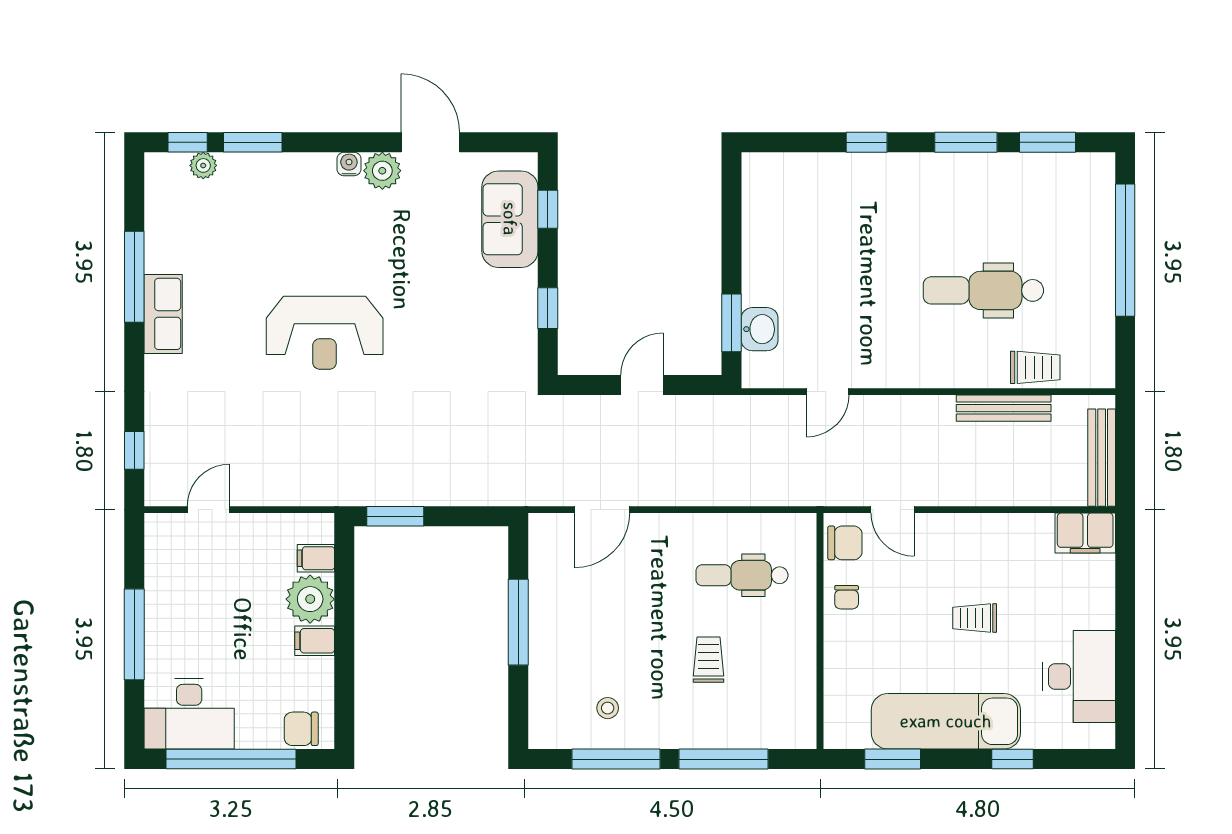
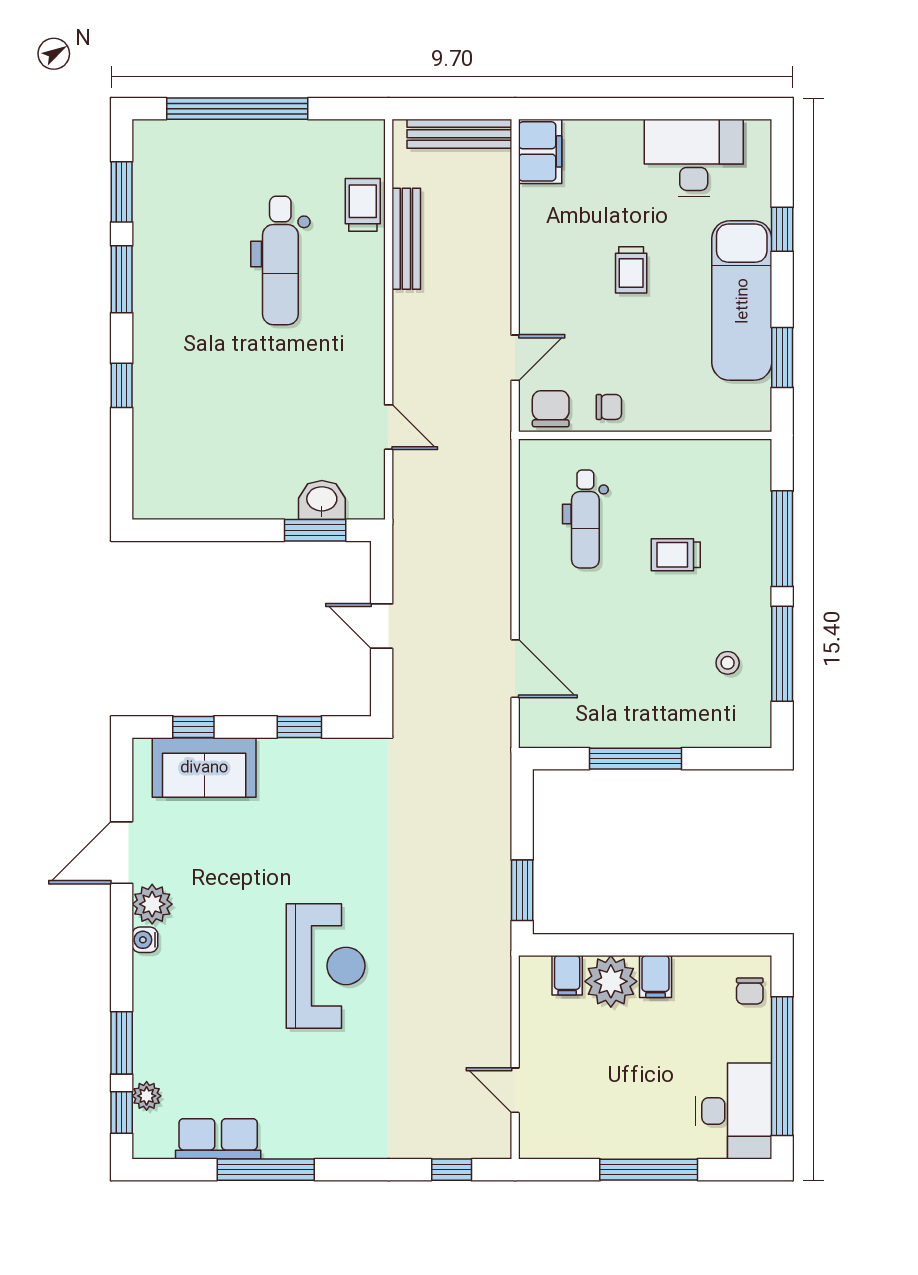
row of seats: (163, 314) -> (218, 1139), moved
chair: (301, 729) -> (750, 991), width x0.73, depth x0.73

